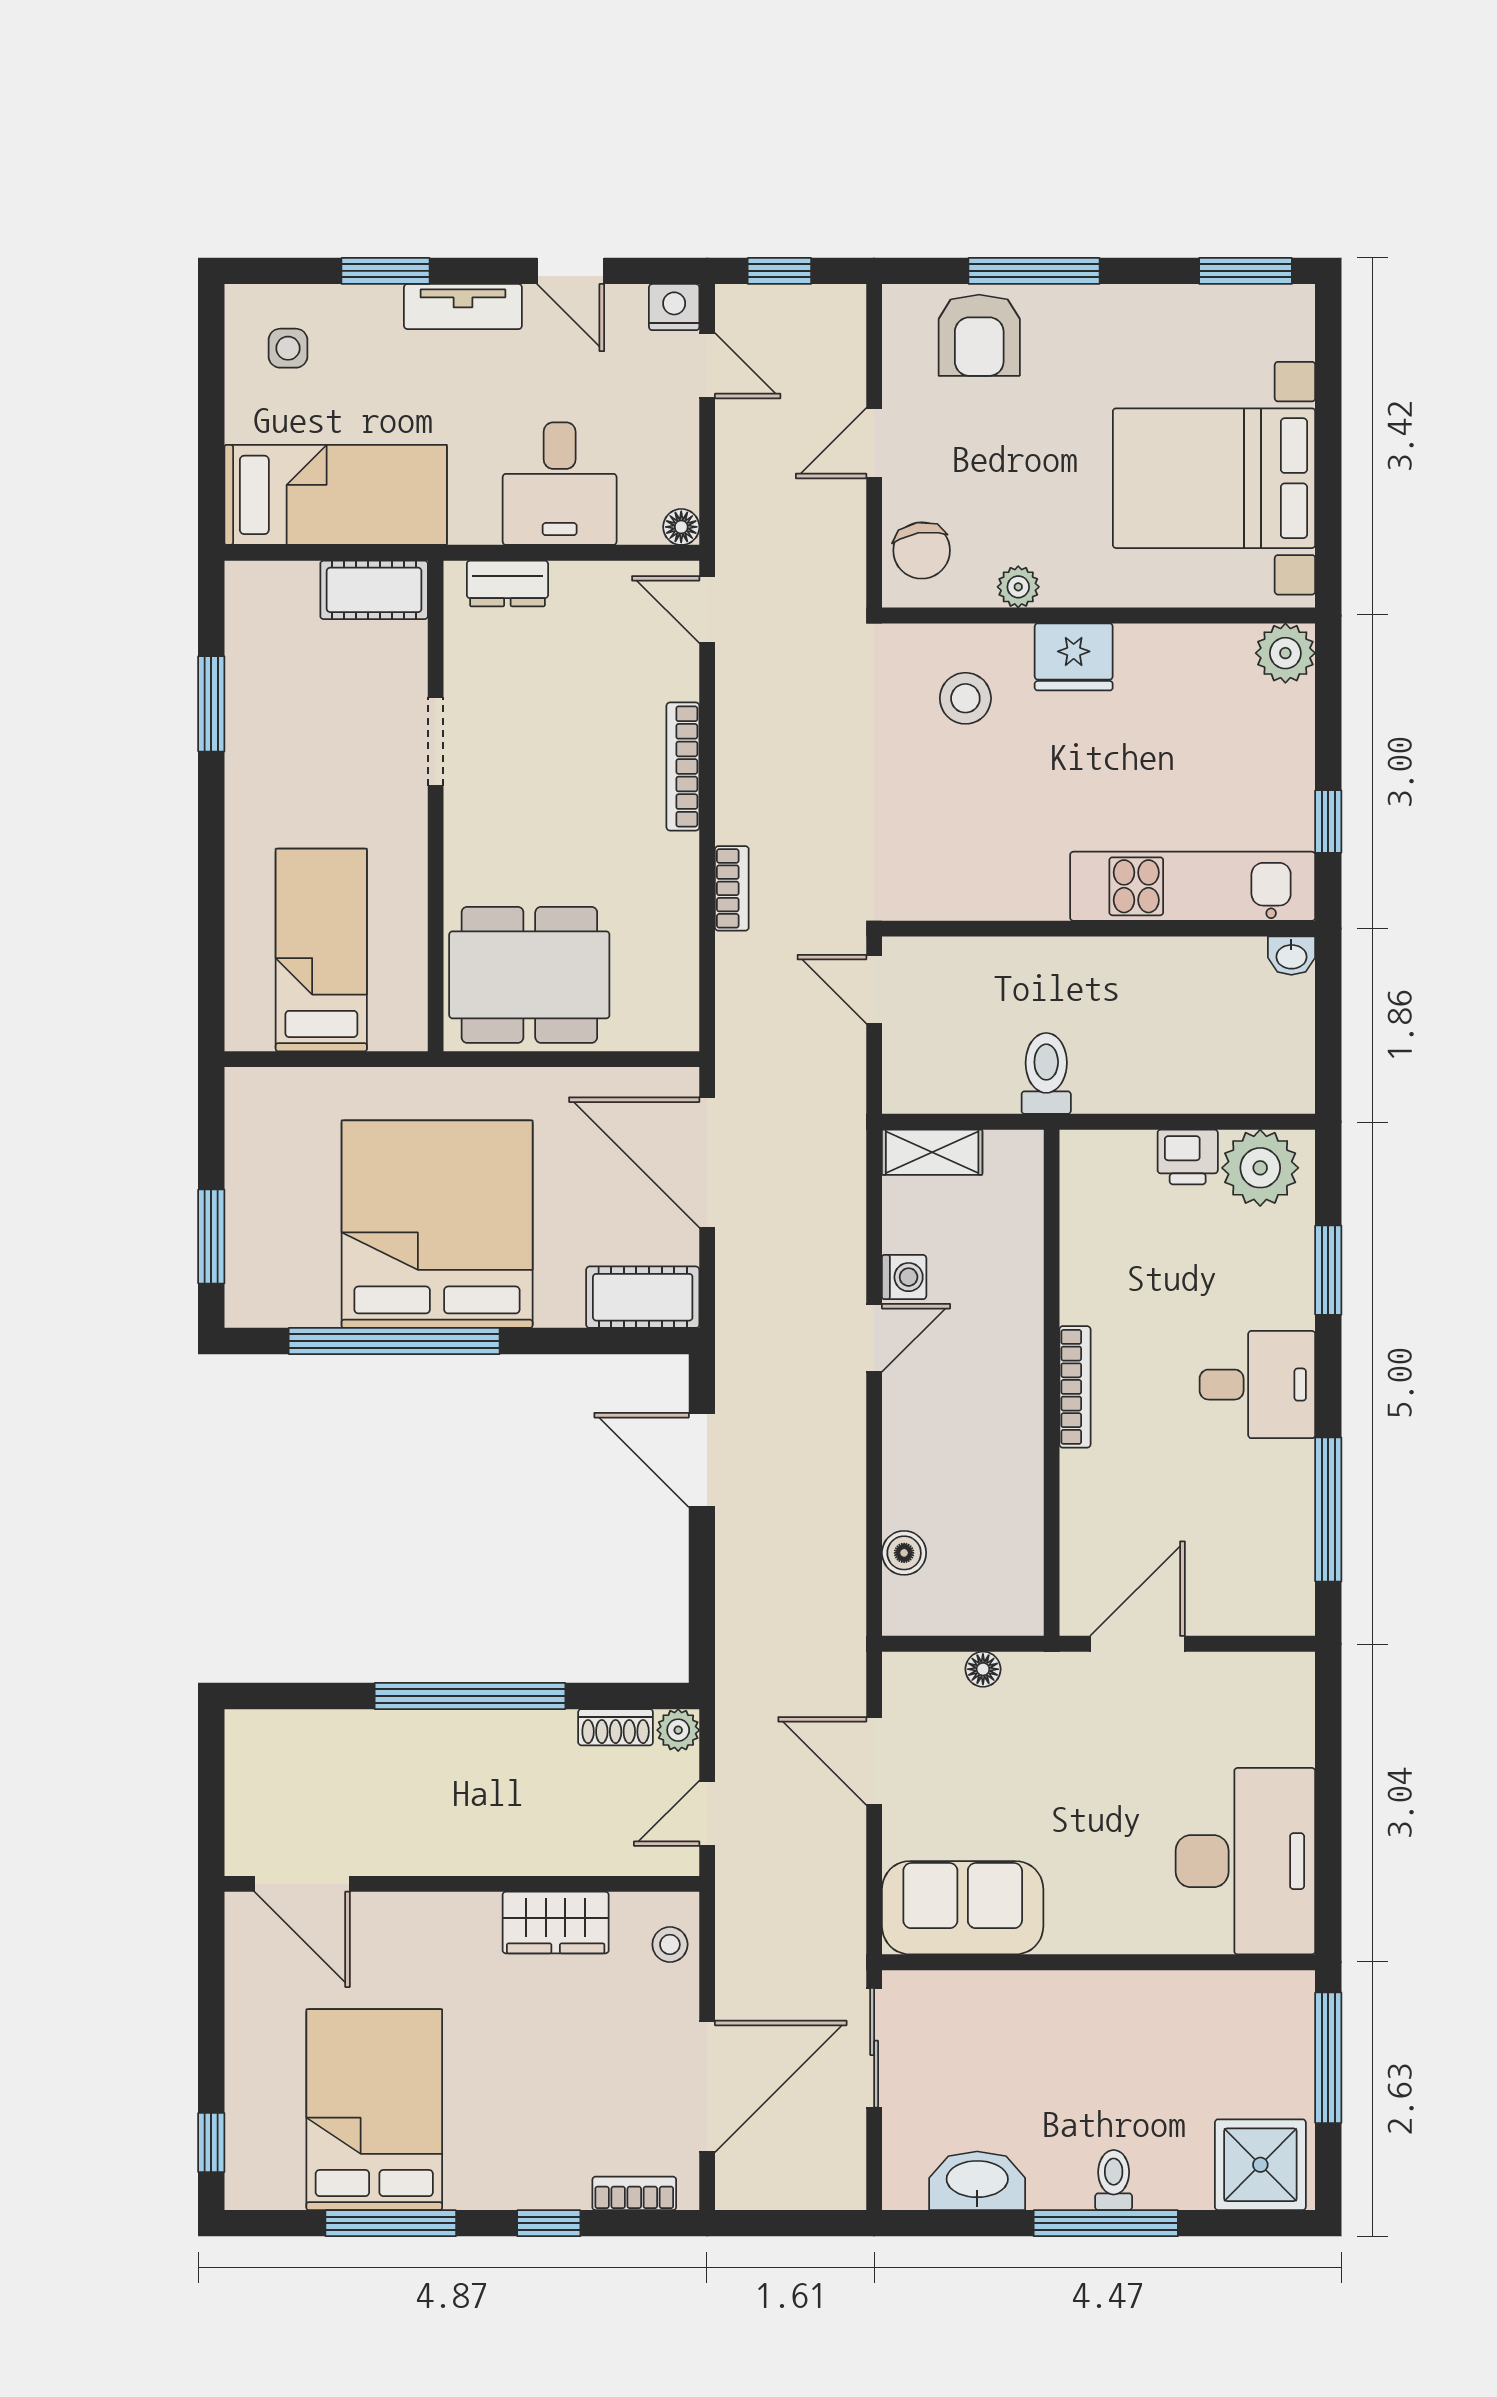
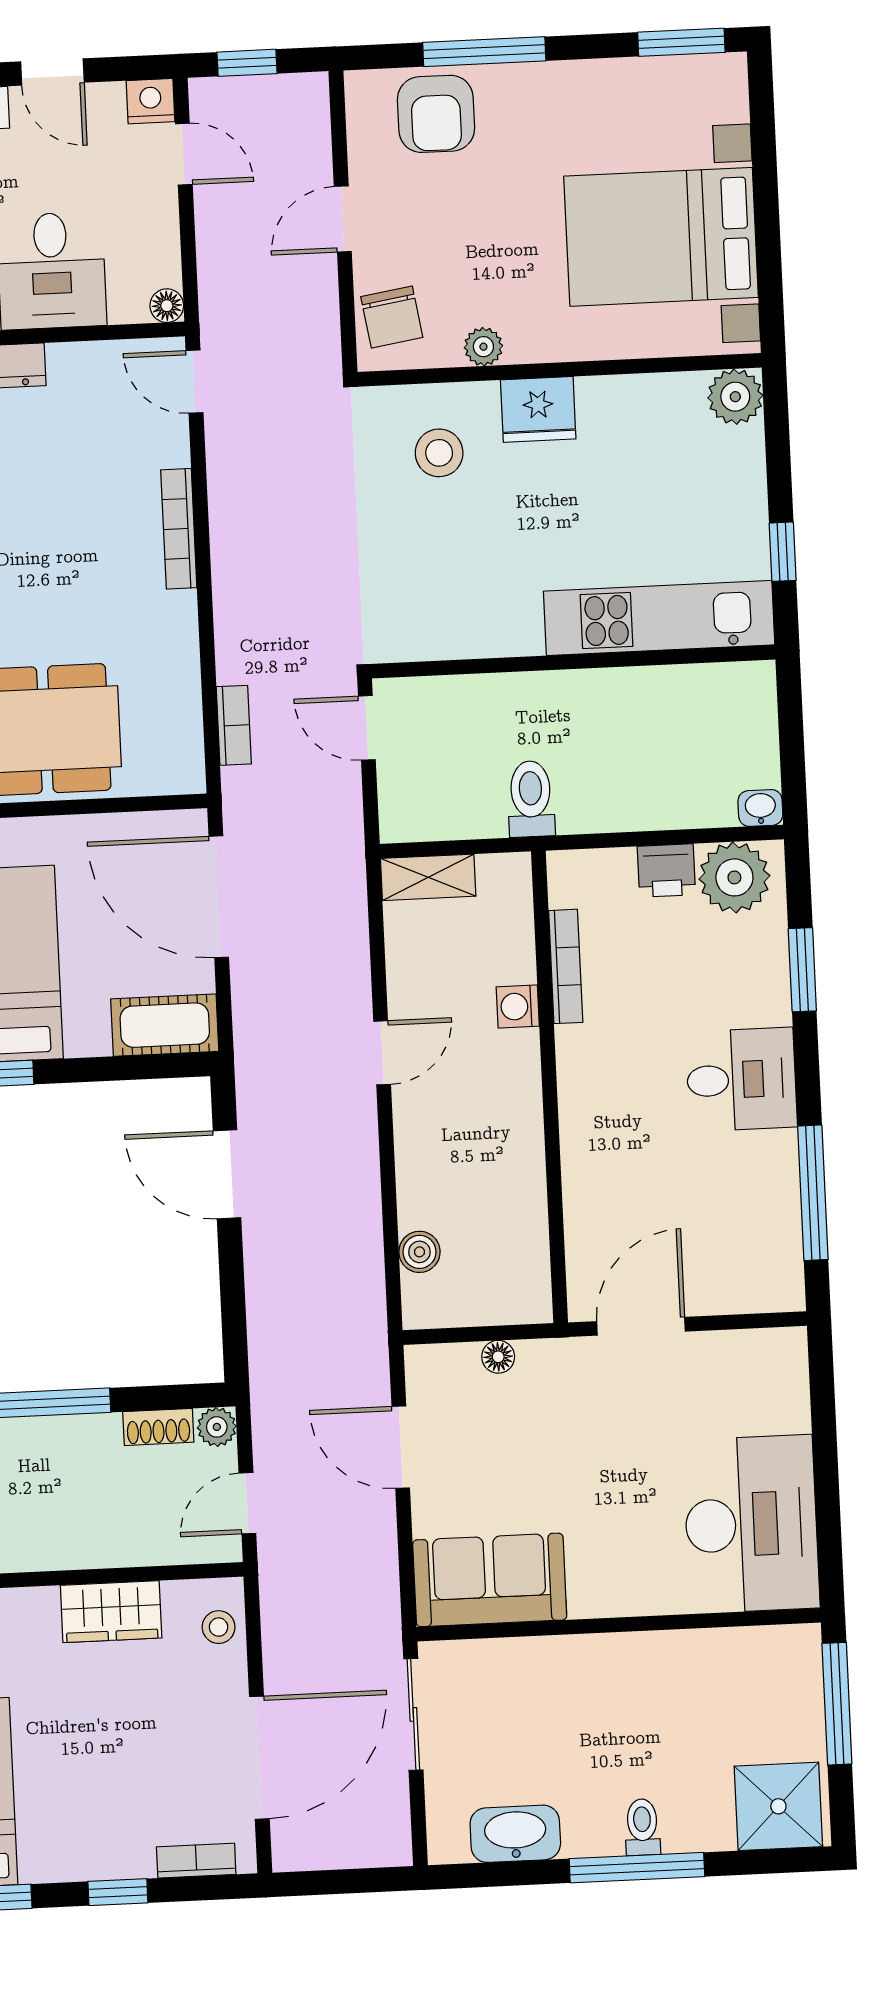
bookcase: (732, 888) -> (234, 725), moved
washbasin: (1291, 956) -> (760, 808), moved, turned 180
washing machine: (904, 1277) -> (518, 1006), moved, turned 180
bookcase: (1075, 1387) -> (566, 966), moved

